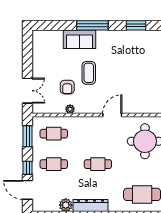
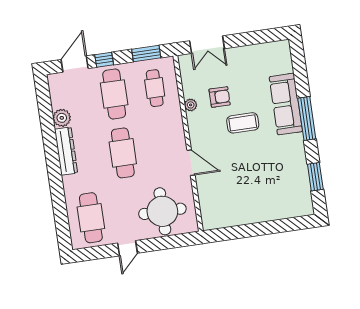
sofa: (80, 39) -> (286, 104), width x1.36
armchair: (67, 87) -> (220, 97), turned 180
cafe table: (54, 164) -> (114, 94), width x1.37, depth x1.35
cafe table: (98, 164) -> (123, 153), width x1.37, depth x1.35

